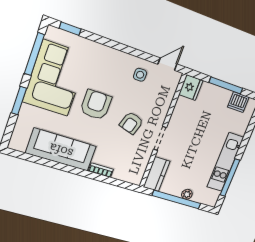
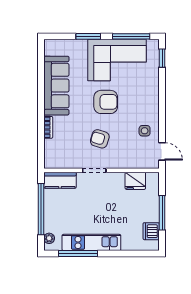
fridge: (191, 88) -> (135, 181), moved
plant: (187, 194) -> (49, 238), moved

